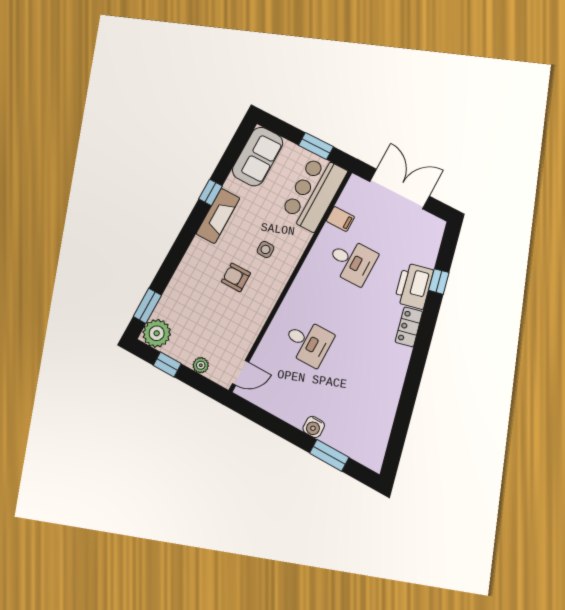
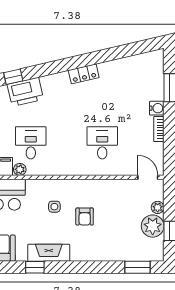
plant: (328, 233) -> (20, 169), added
locker: (409, 327) -> (84, 74), moved
plant: (157, 333) -> (153, 226), moved
bookcase: (288, 416) -> (159, 129), added

